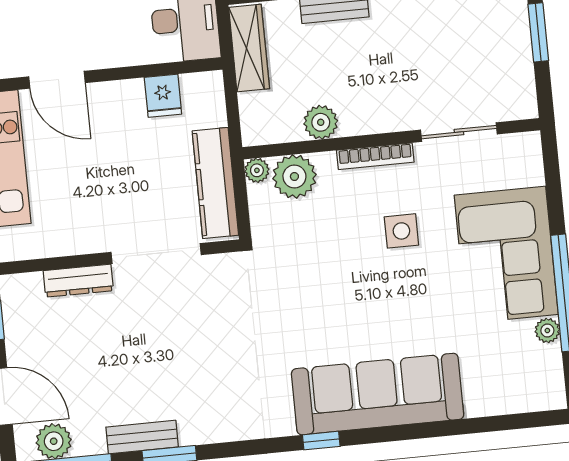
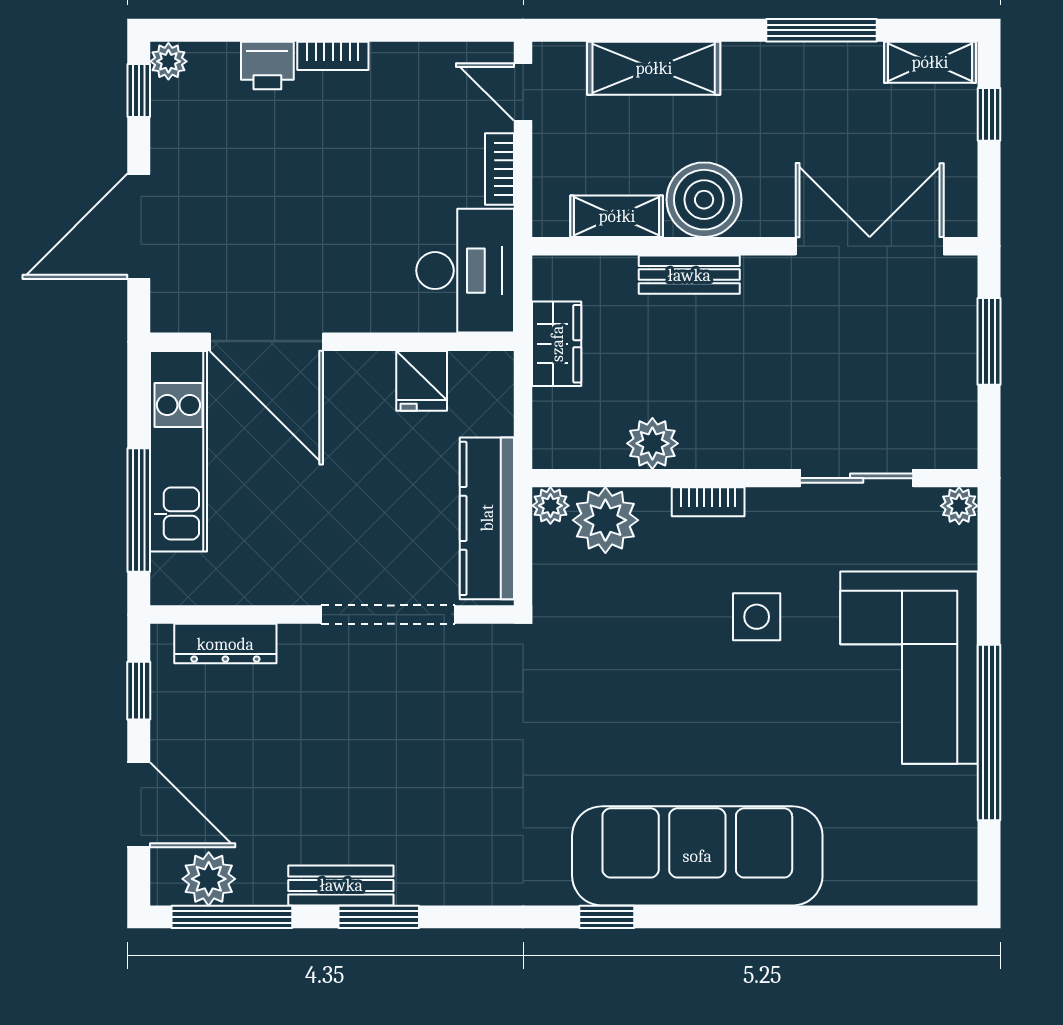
wardrobe: (249, 48) -> (557, 344), width x0.67
door: (57, 80) -> (266, 342), width x1.36
bookcase: (375, 156) -> (708, 502), width x0.64
dresser: (78, 281) -> (225, 644), moved
plant: (547, 330) -> (959, 506), moved

